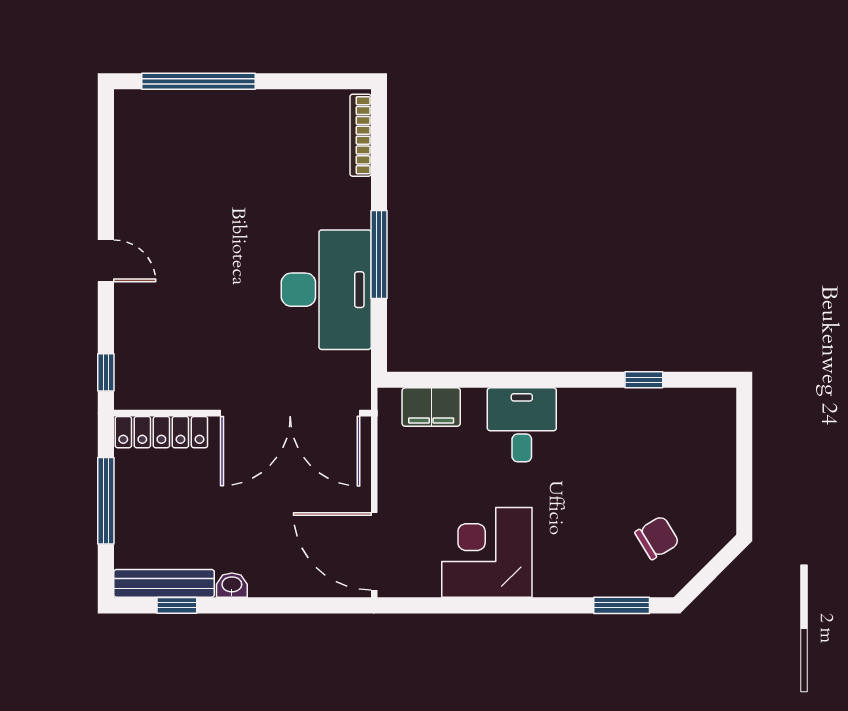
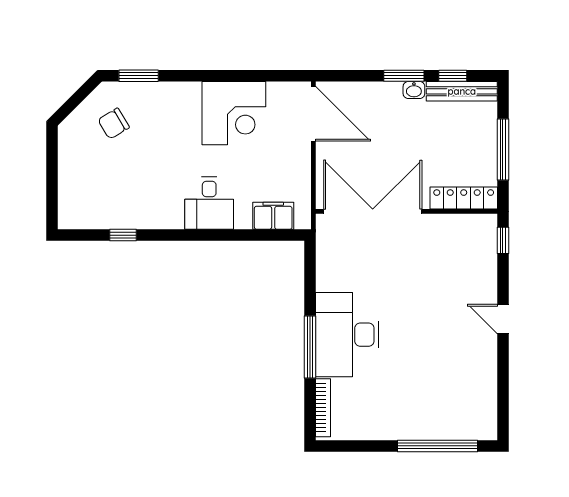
window: (379, 255) -> (310, 347), moved
desk: (326, 290) -> (347, 335), moved
window: (246, 605) -> (404, 76), added

